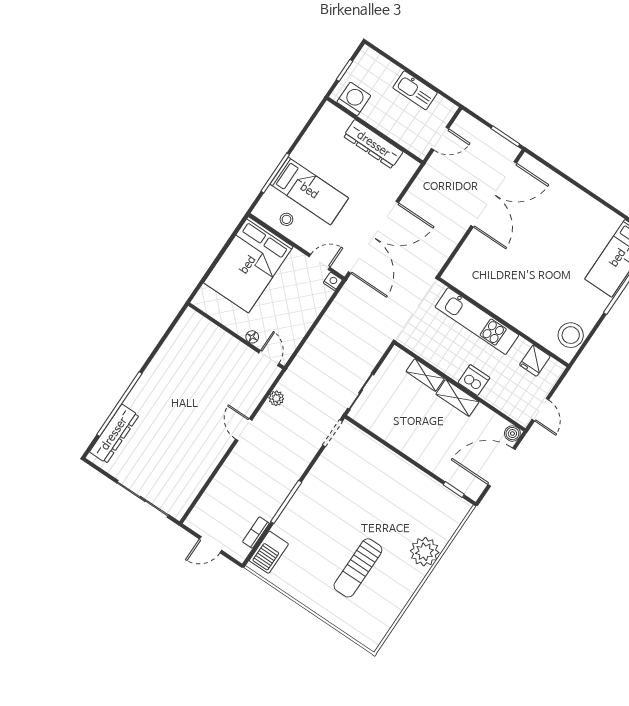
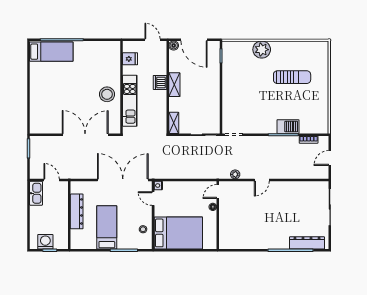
kitchen sink: (415, 90) -> (36, 193), moved
washing machine: (354, 99) -> (45, 242), moved, turned 90
bed: (309, 191) -> (107, 227), moved
double door: (494, 194) -> (85, 135), moved
stool: (571, 335) -> (107, 94), moved
shelving: (425, 375) -> (174, 123), moved
door: (540, 410) -> (152, 40), hinge flipped
door: (210, 545) -> (330, 158), swing flipped
barbecue: (269, 552) -> (288, 127), moved

